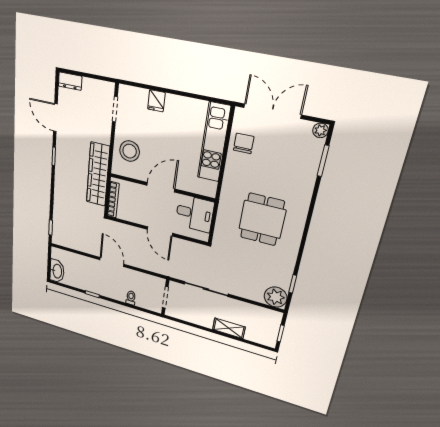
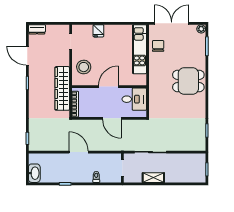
dining table: (262, 219) -> (188, 81), moved, turned 90
plant: (276, 297) -> (198, 143), removed
shelving: (229, 328) -> (153, 178), moved

